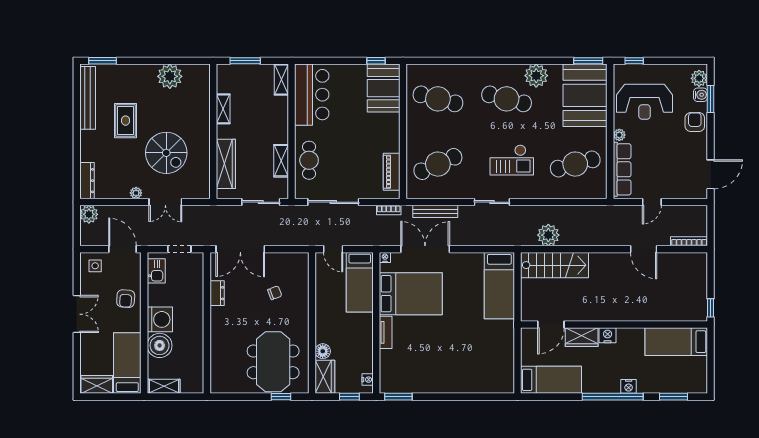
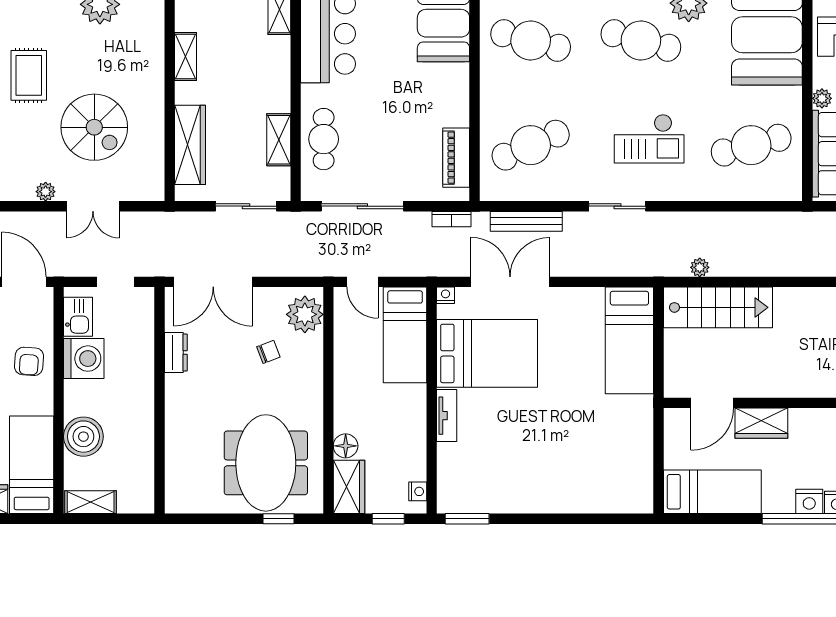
plant: (548, 235) -> (700, 267), width x0.53, depth x0.53
plant: (297, 269) -> (305, 314), added
washing machine: (160, 319) -> (84, 359), moved
nightstand: (608, 335) -> (809, 501), moved, turned 180

